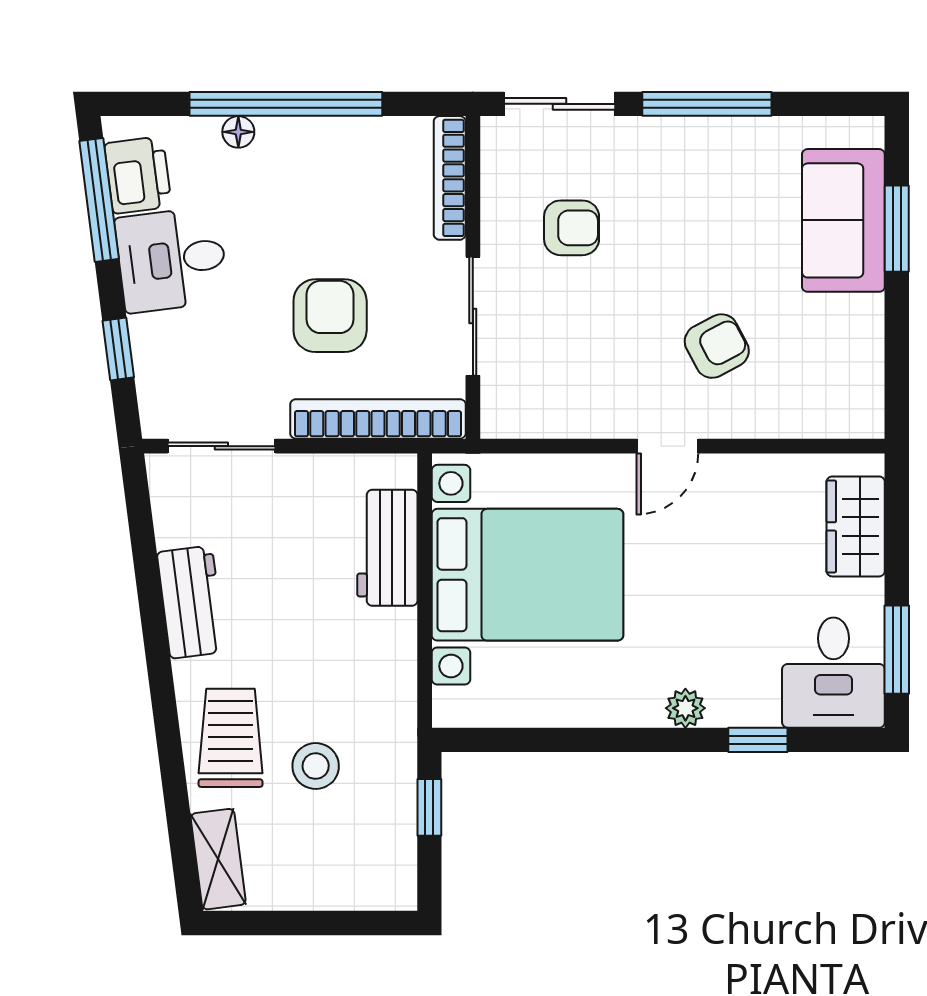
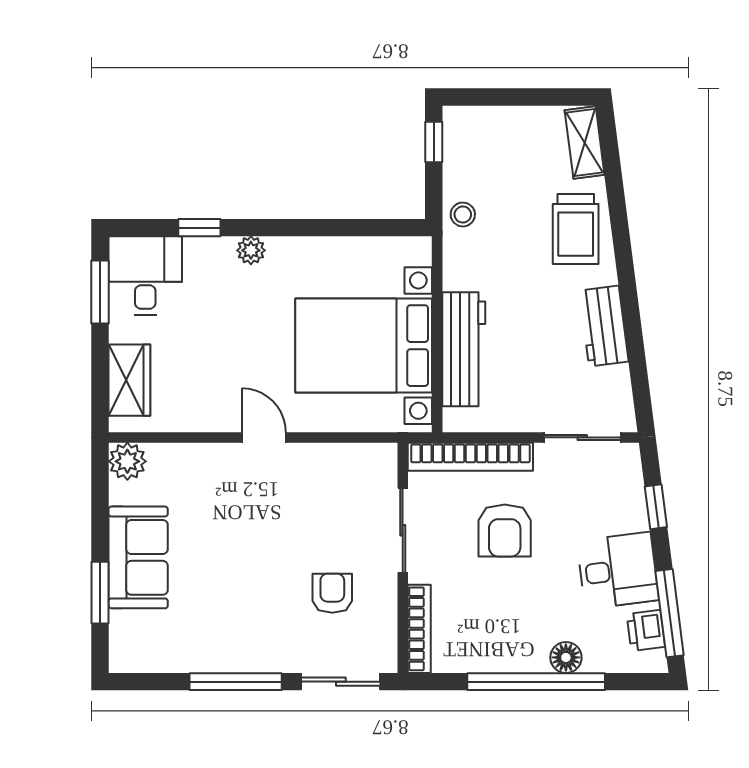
floor lamp: (238, 132) -> (566, 657), width x1.37, depth x1.37
printer: (138, 175) -> (646, 630), width x0.73, depth x0.81
sofa: (843, 220) -> (138, 557), moved
armchair: (572, 228) -> (332, 593), turned 90
armchair: (717, 346) -> (229, 509), removed
plant: (859, 413) -> (127, 461), added
door: (667, 446) -> (264, 437), hinge flipped
workbench: (387, 548) -> (464, 349), width x1.38
stool: (316, 766) -> (463, 215), moved, width x0.73, depth x0.73
window: (429, 807) -> (434, 142), moved

